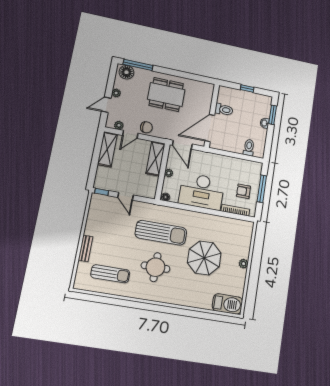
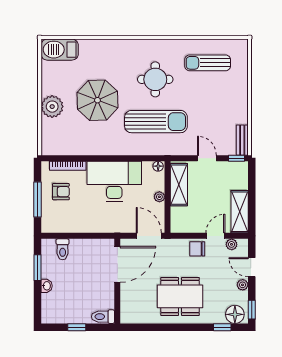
window: (138, 65) -> (222, 327), width x0.46
window: (113, 73) -> (252, 310), added
door: (106, 105) -> (252, 267), swing flipped
toilet: (224, 110) -> (103, 317), moved
window: (273, 115) -> (37, 268), moved
shelving: (155, 158) -> (179, 185), moved
sun lounger: (161, 233) -> (156, 122), turned 180
bench: (85, 248) -> (242, 140), moved
plant: (244, 264) -> (52, 107), width x1.87, depth x1.87

